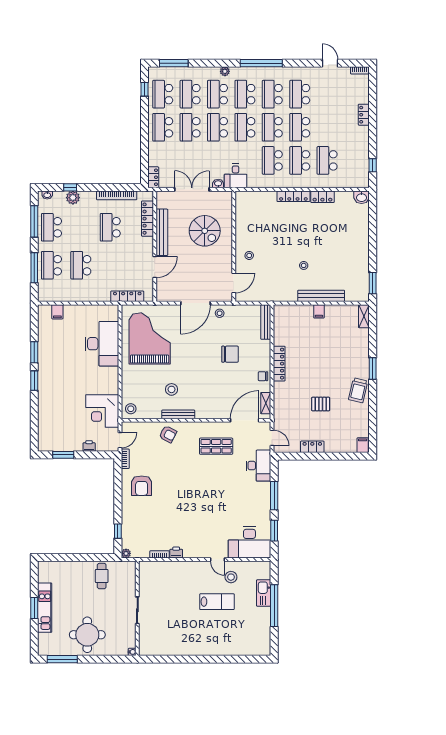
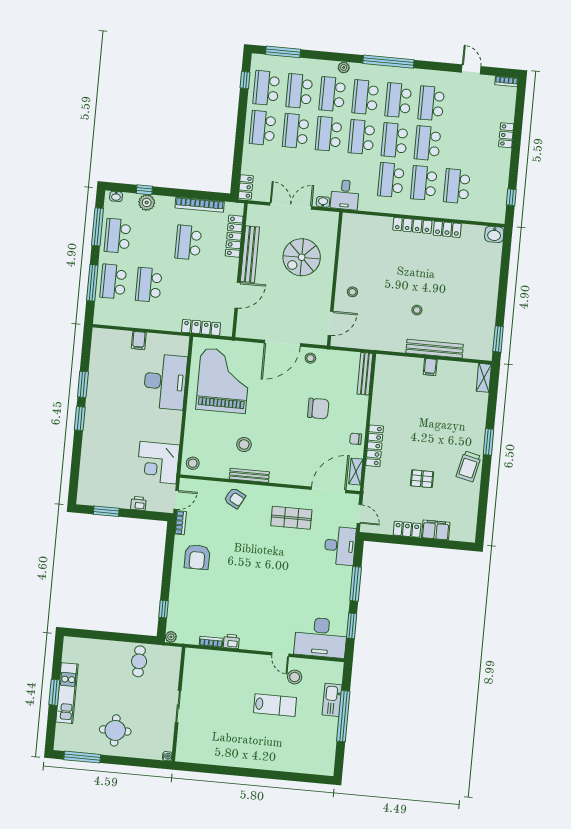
spiral stairs: (205, 231) -> (302, 257), turned 90
filing cabinet: (57, 312) -> (139, 340), moved
locker: (279, 364) -> (375, 446), moved
filing cabinet: (363, 445) -> (436, 530), moved, width x2.00
round table: (87, 635) -> (115, 730), width x0.73, depth x0.73

